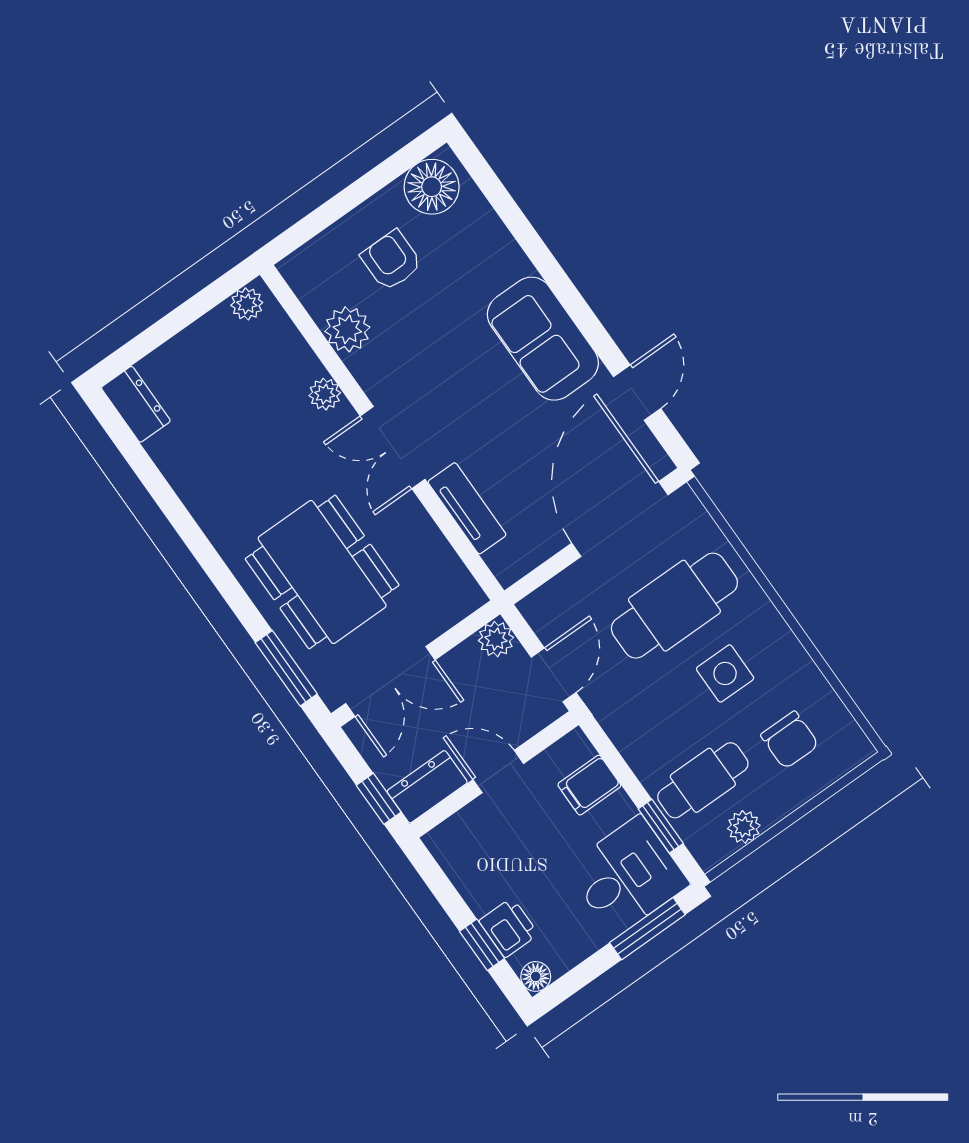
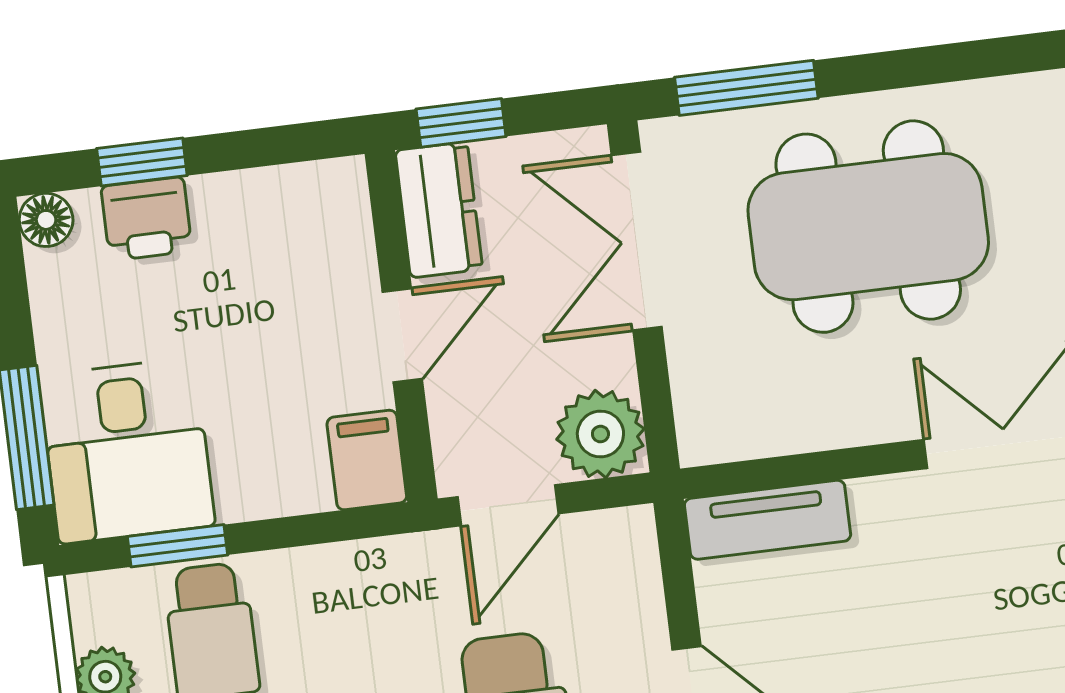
tv unit: (467, 508) -> (768, 520), moved
plant: (496, 639) -> (600, 434), width x1.38, depth x1.38
door: (554, 675) -> (508, 505), hinge flipped
filing cabinet: (589, 785) -> (367, 460), moved

